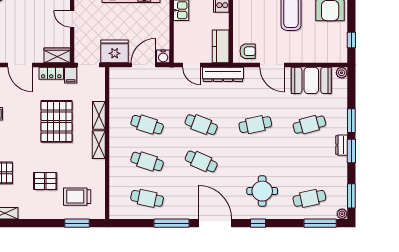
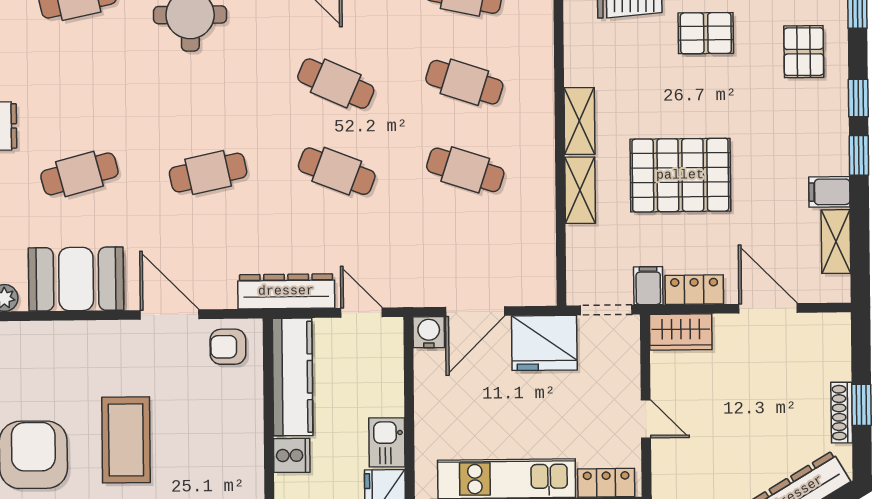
kitchen counter: (221, 46) -> (293, 377), width x1.50
pallet: (57, 121) -> (680, 175), turned 90

